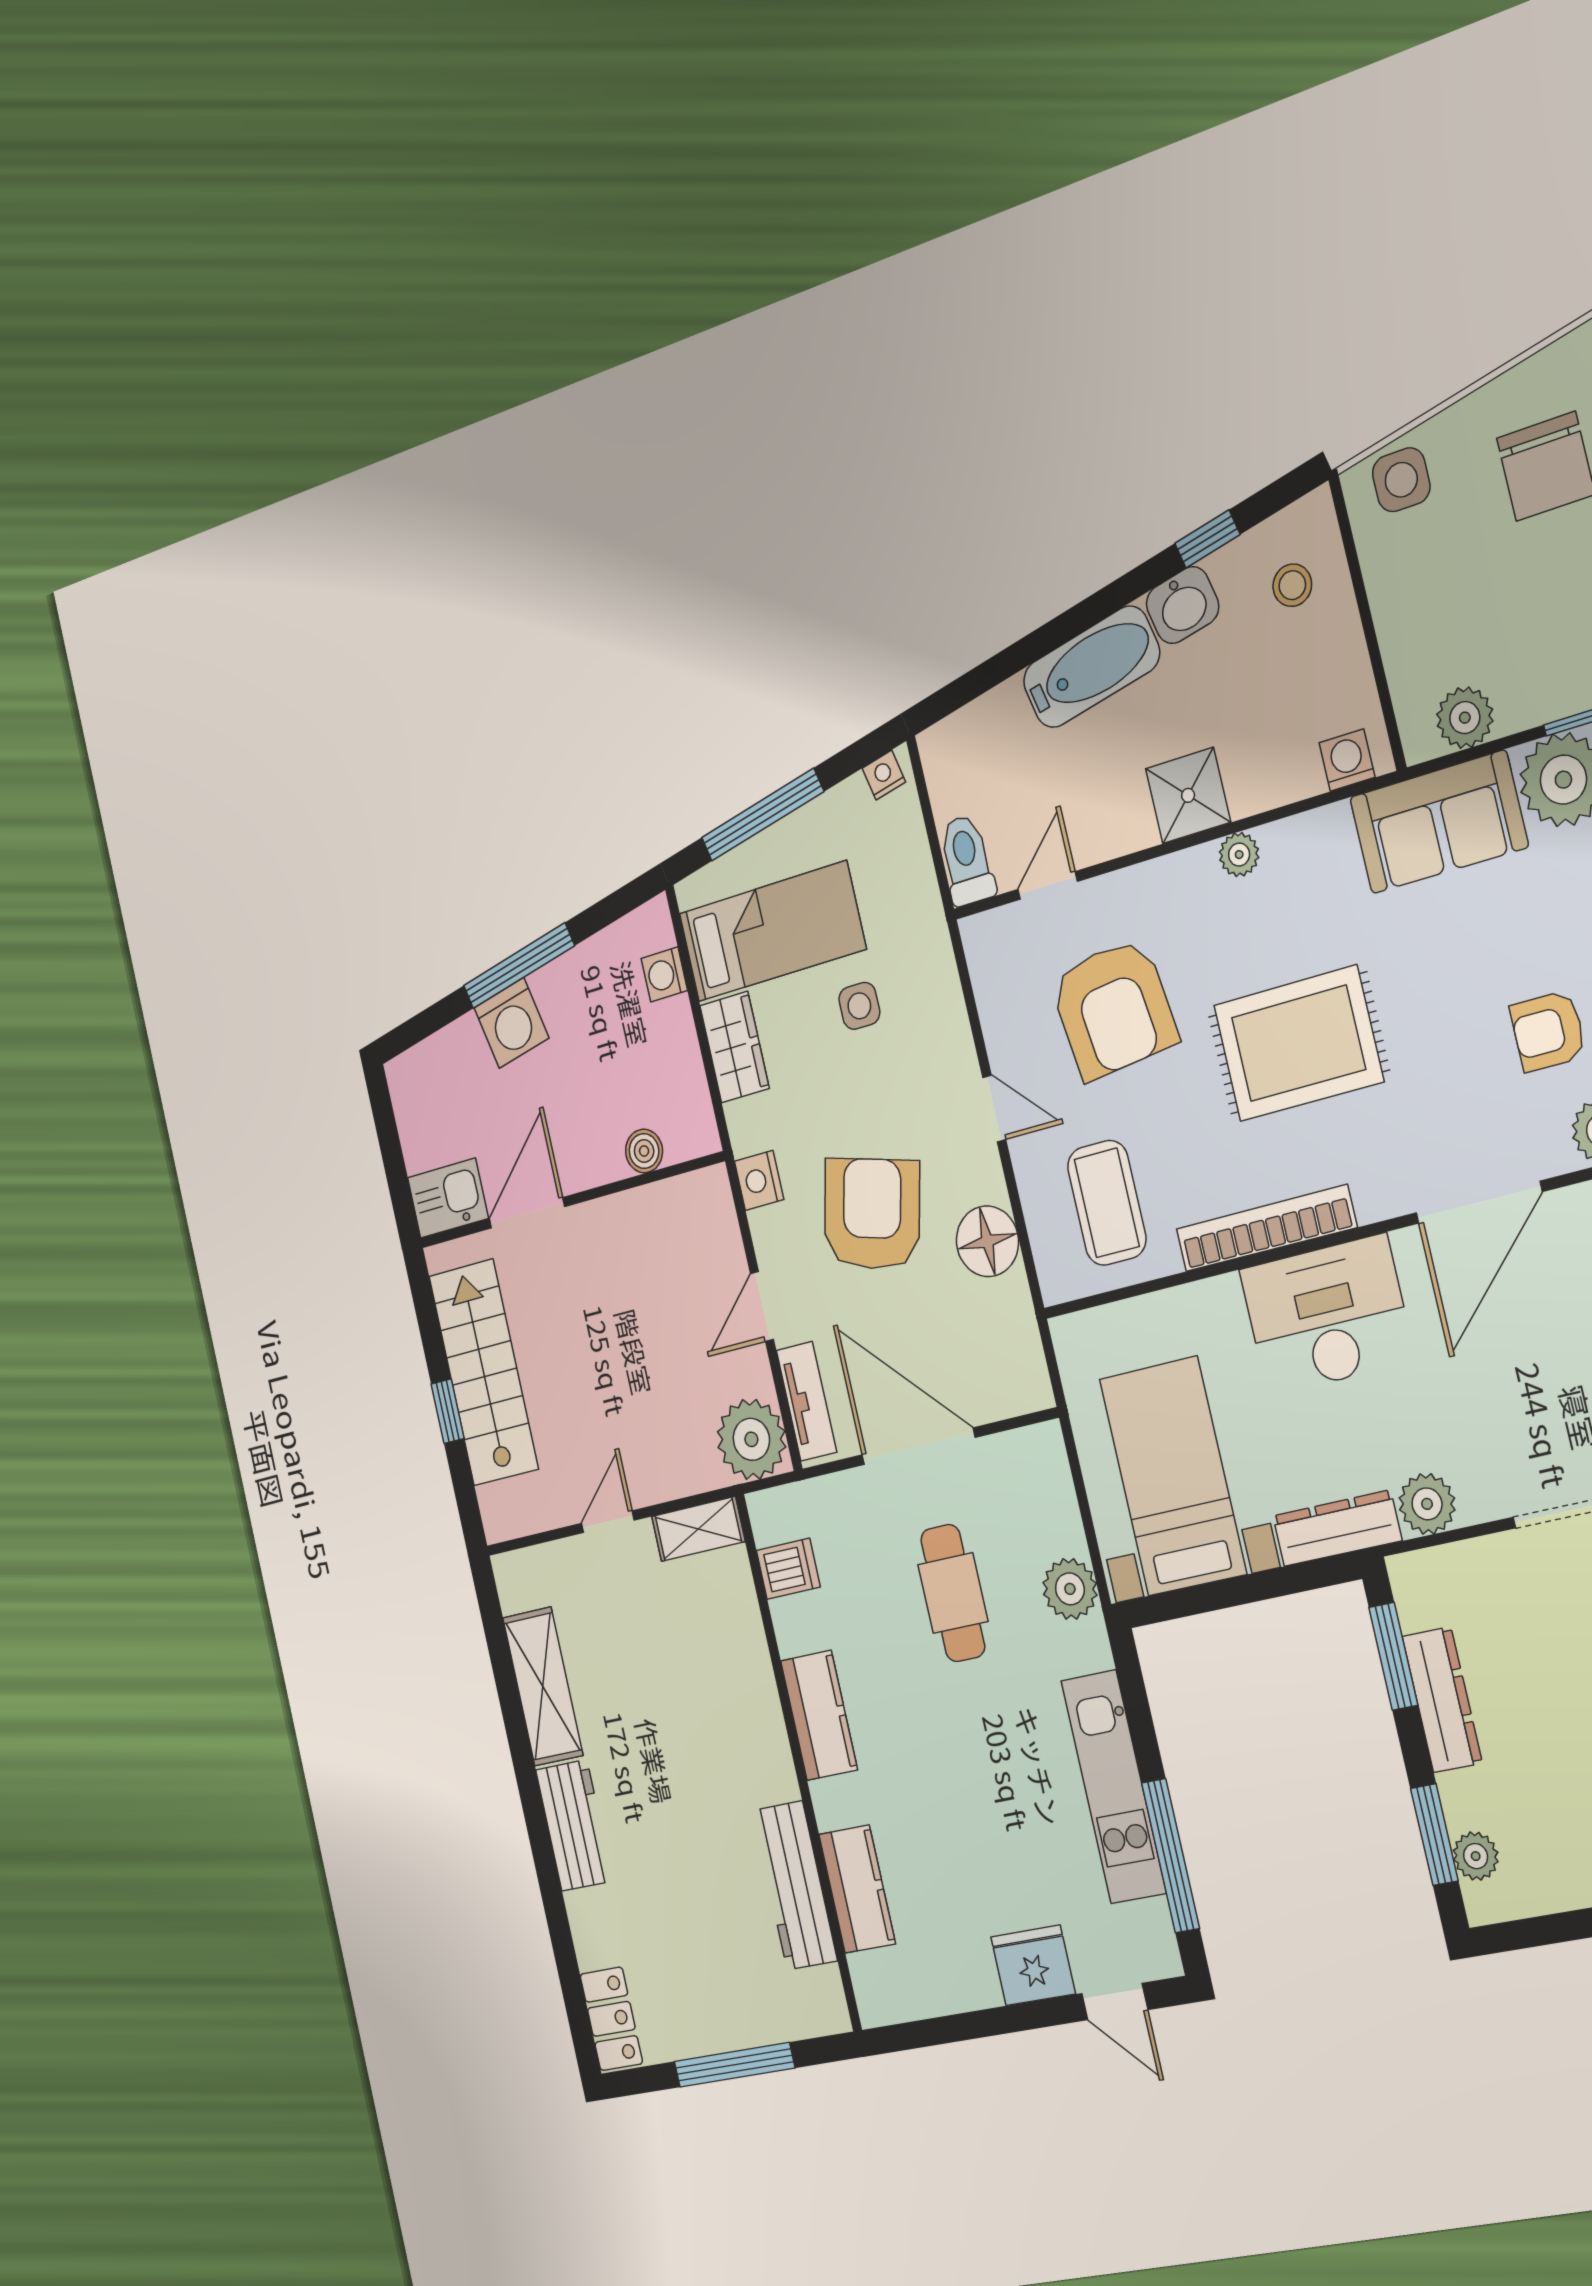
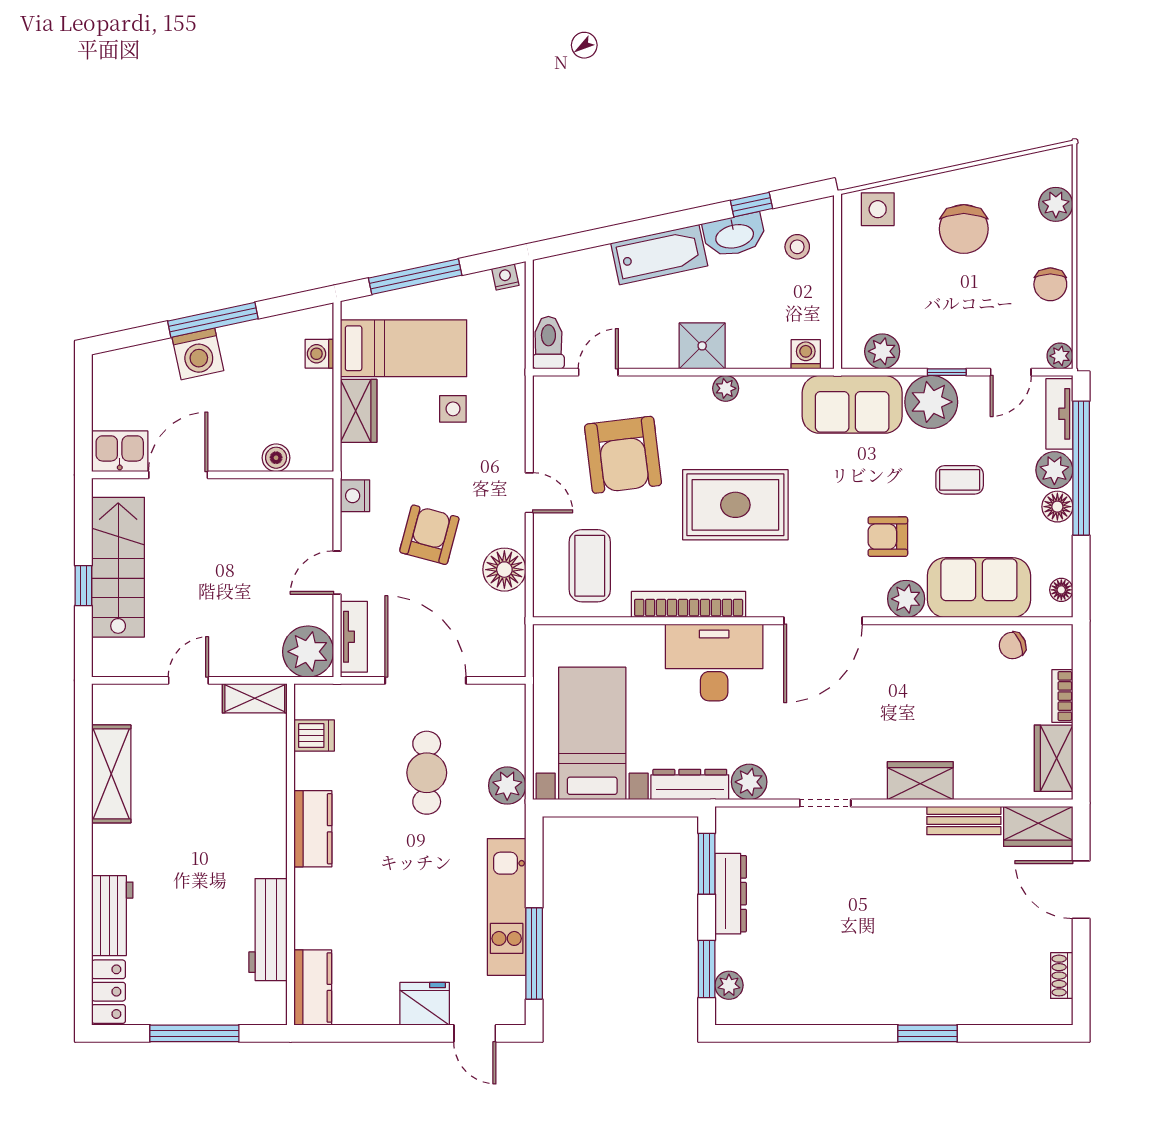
washbasin: (1183, 605) -> (734, 235), width x1.38
armchair: (872, 1214) -> (429, 535), width x0.73, depth x0.73
workbench: (574, 1825) -> (112, 916), moved
kitchen counter: (857, 1889) -> (313, 987), moved

